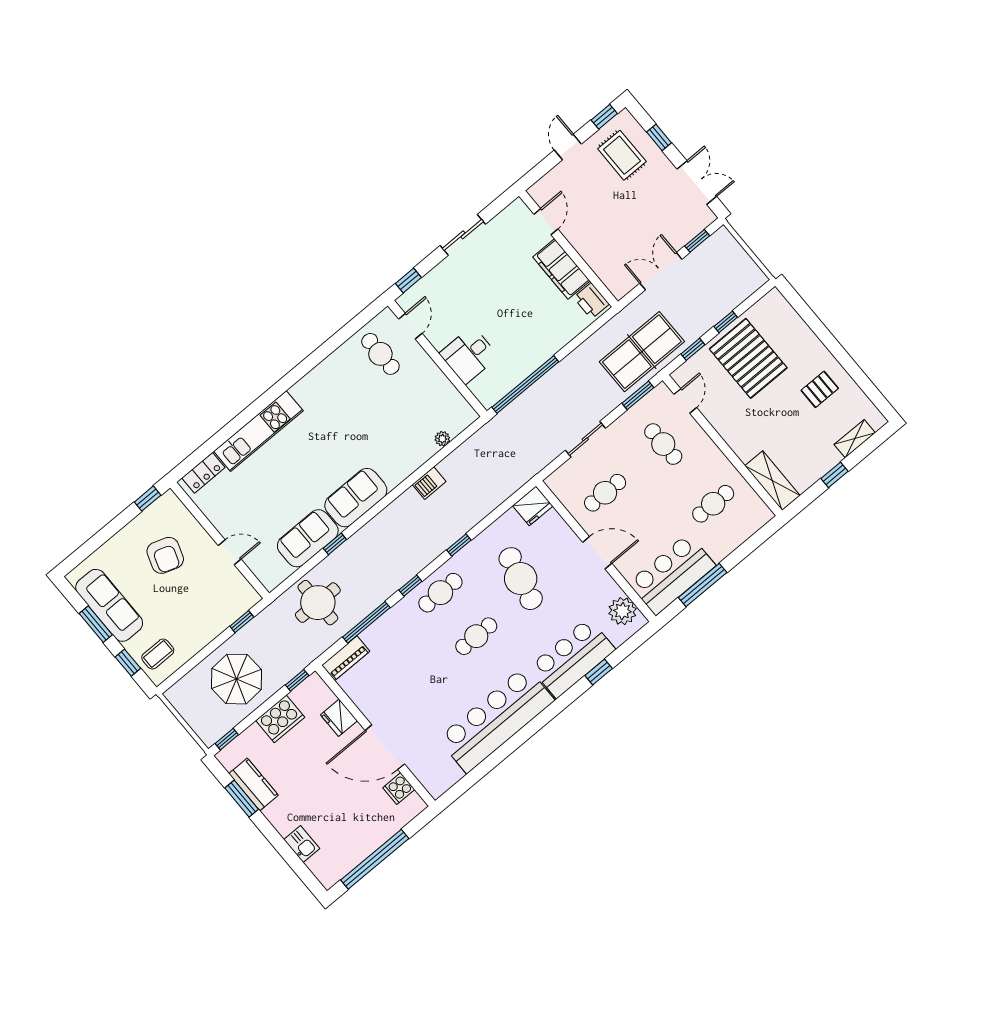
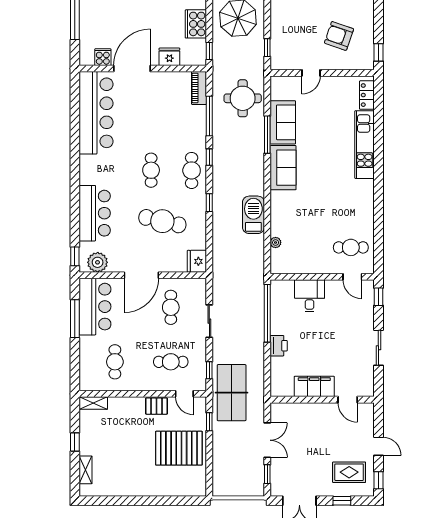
printer: (591, 301) -> (279, 346), moved, turned 90
window: (726, 322) -> (209, 453), removed
pallet: (820, 389) -> (157, 406), moved, turned 90
window: (638, 395) -> (209, 370), width x0.67
shelving: (772, 481) -> (93, 403), width x0.67, depth x0.75
barbecue: (429, 483) -> (253, 215), width x1.88, depth x1.53
window: (335, 544) -> (267, 135), width x2.17
door: (597, 553) -> (141, 275), width x1.36
window: (599, 672) -> (75, 256), moved
bar counter: (496, 719) -> (96, 113), moved

